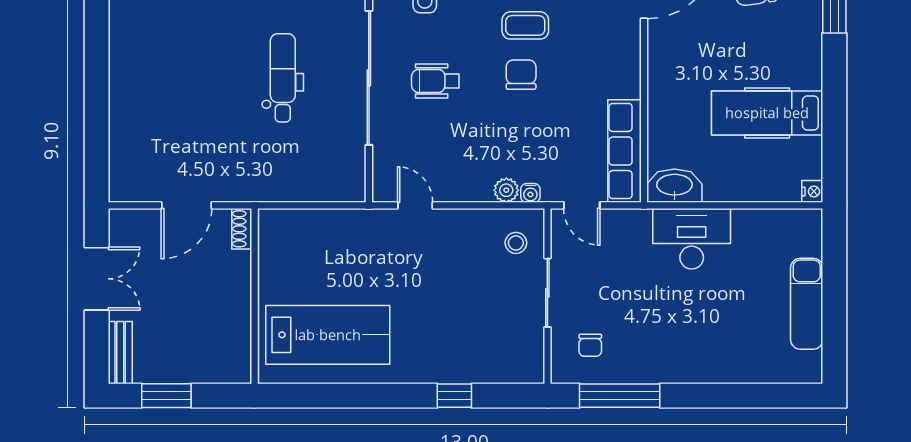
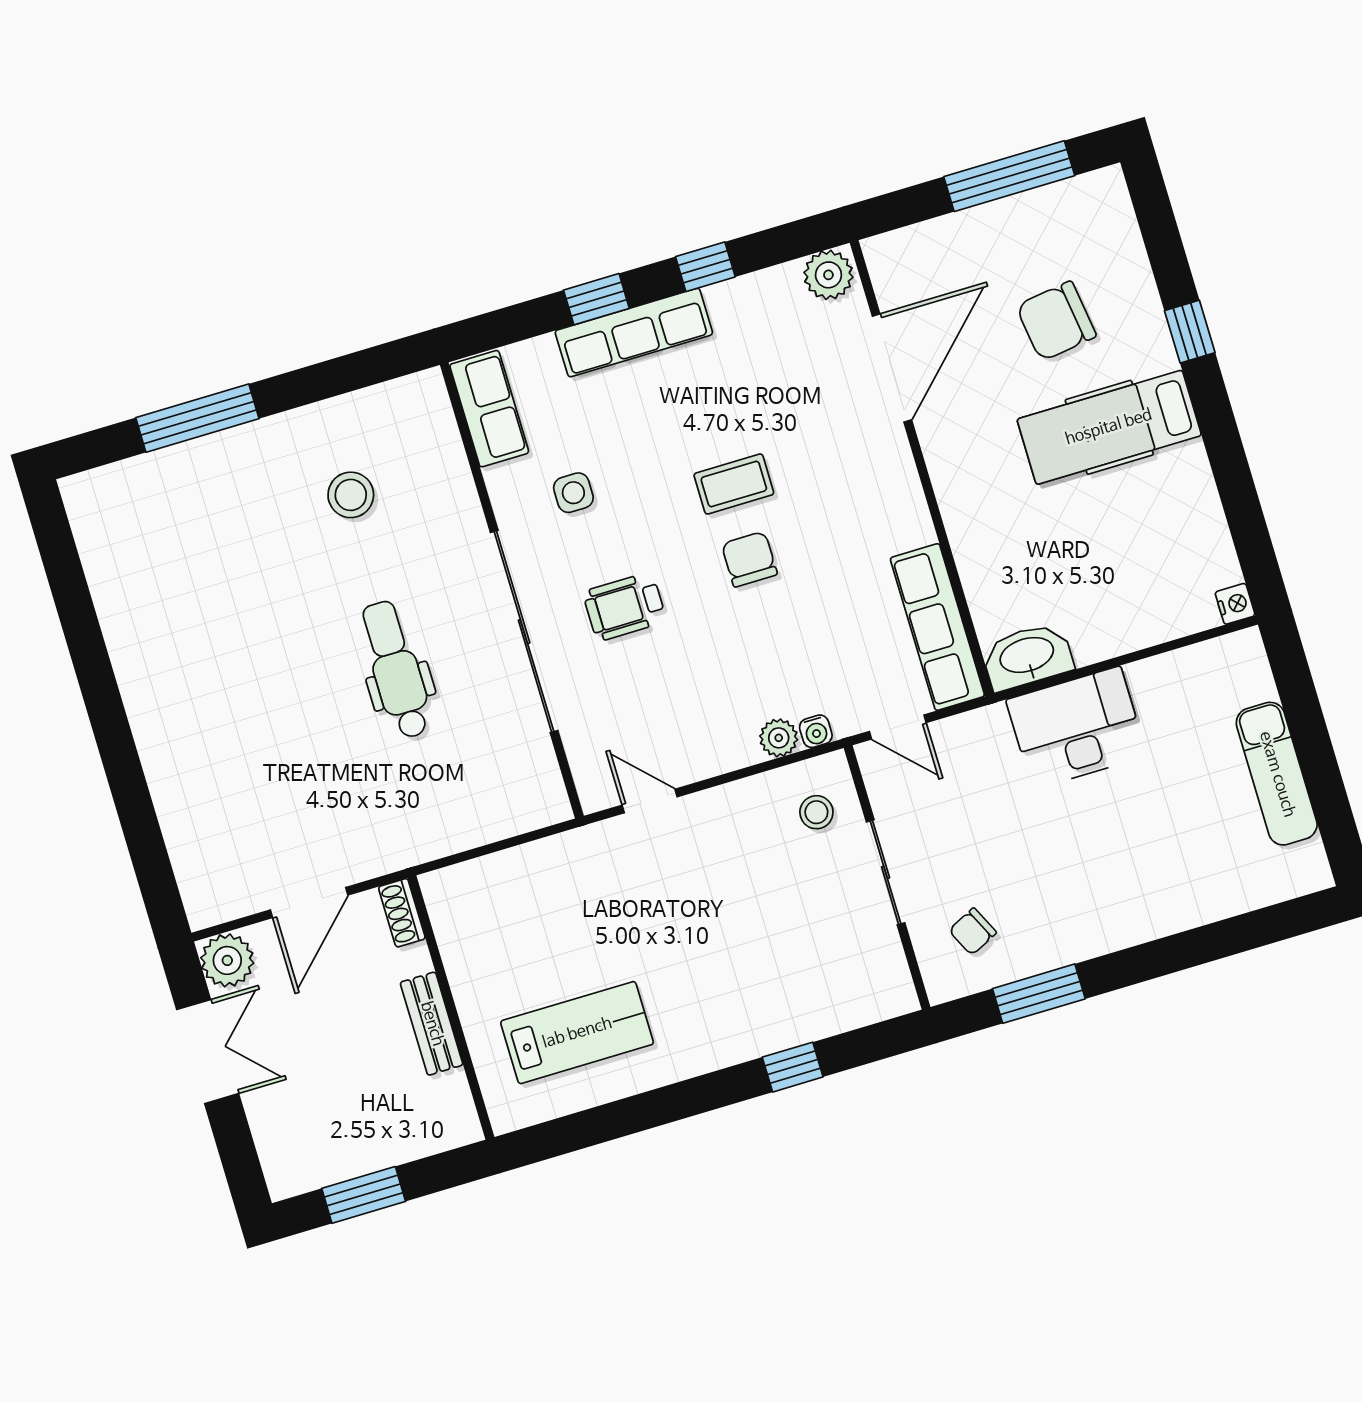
hospital bed: (767, 113) -> (1109, 427), moved
plant: (125, 226) -> (227, 960), added
lab bench: (328, 335) -> (577, 1033), width x0.73, depth x0.72
chair: (590, 345) -> (973, 931), turned 64
bench: (120, 353) -> (432, 1024), moved
window: (620, 396) -> (1039, 994), width x0.69

